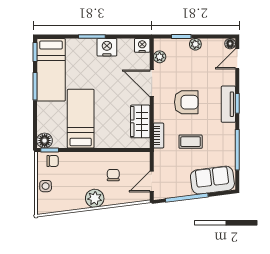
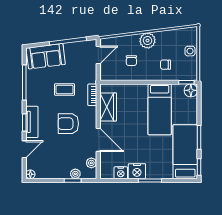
plant: (195, 44) -> (75, 174), moved
nightstand: (142, 45) -> (121, 173), moved
door: (237, 59) -> (24, 149), moved
chair: (53, 161) -> (165, 65), moved

